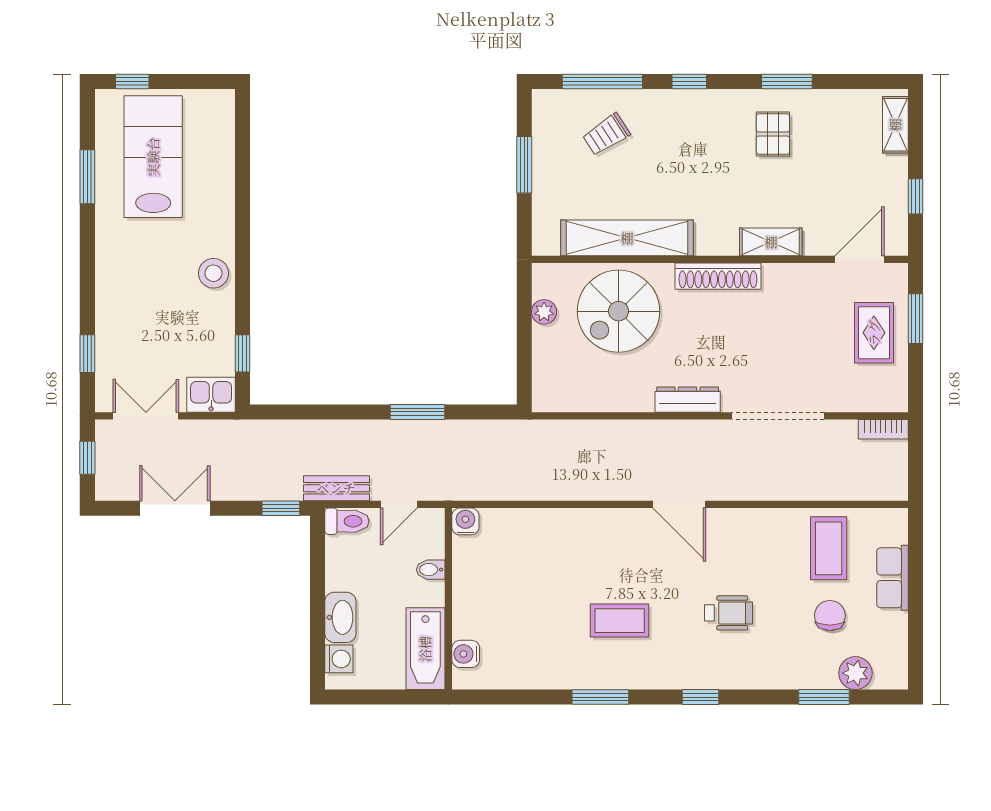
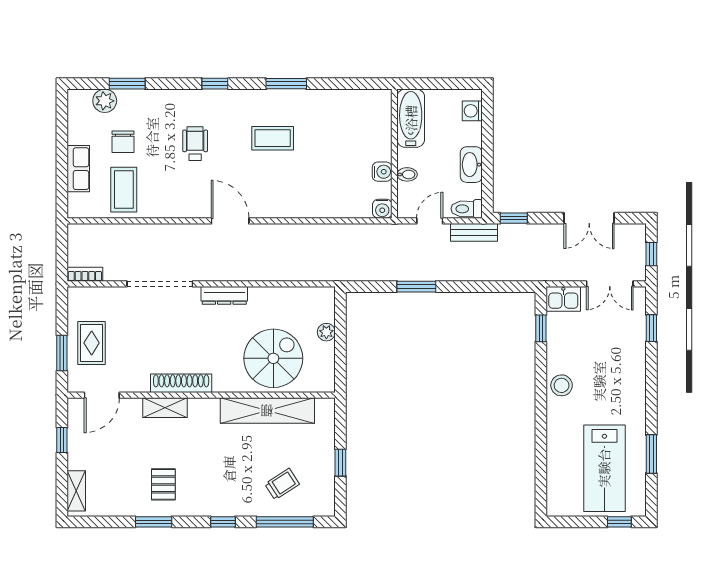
window: (524, 165) -> (340, 463), width x0.67
shoe rack: (718, 276) -> (181, 383), moved
plant: (544, 312) -> (326, 332), moved
wheelchair: (728, 613) -> (195, 144), turned 90
washbasin: (340, 617) -> (471, 165), moved
water cooler: (466, 654) -> (382, 172), moved

